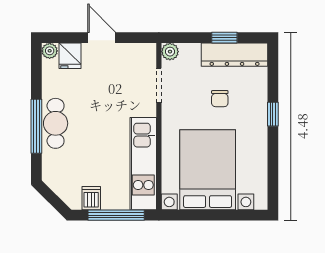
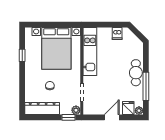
door: (102, 38) -> (112, 117), swing flipped
window: (224, 38) -> (69, 117), moved
window: (273, 114) -> (22, 55), moved
window: (36, 126) -> (146, 86), moved
window: (116, 215) -> (104, 25), removed

